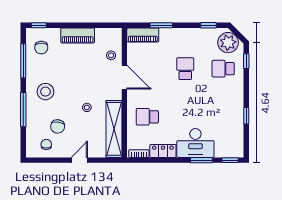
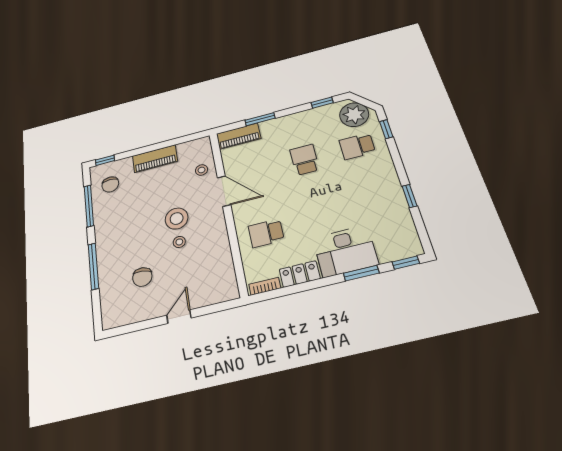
stool: (45, 92) -> (177, 219), moved
shelving: (114, 129) -> (222, 261), removed
chair: (46, 144) -> (129, 306), removed

